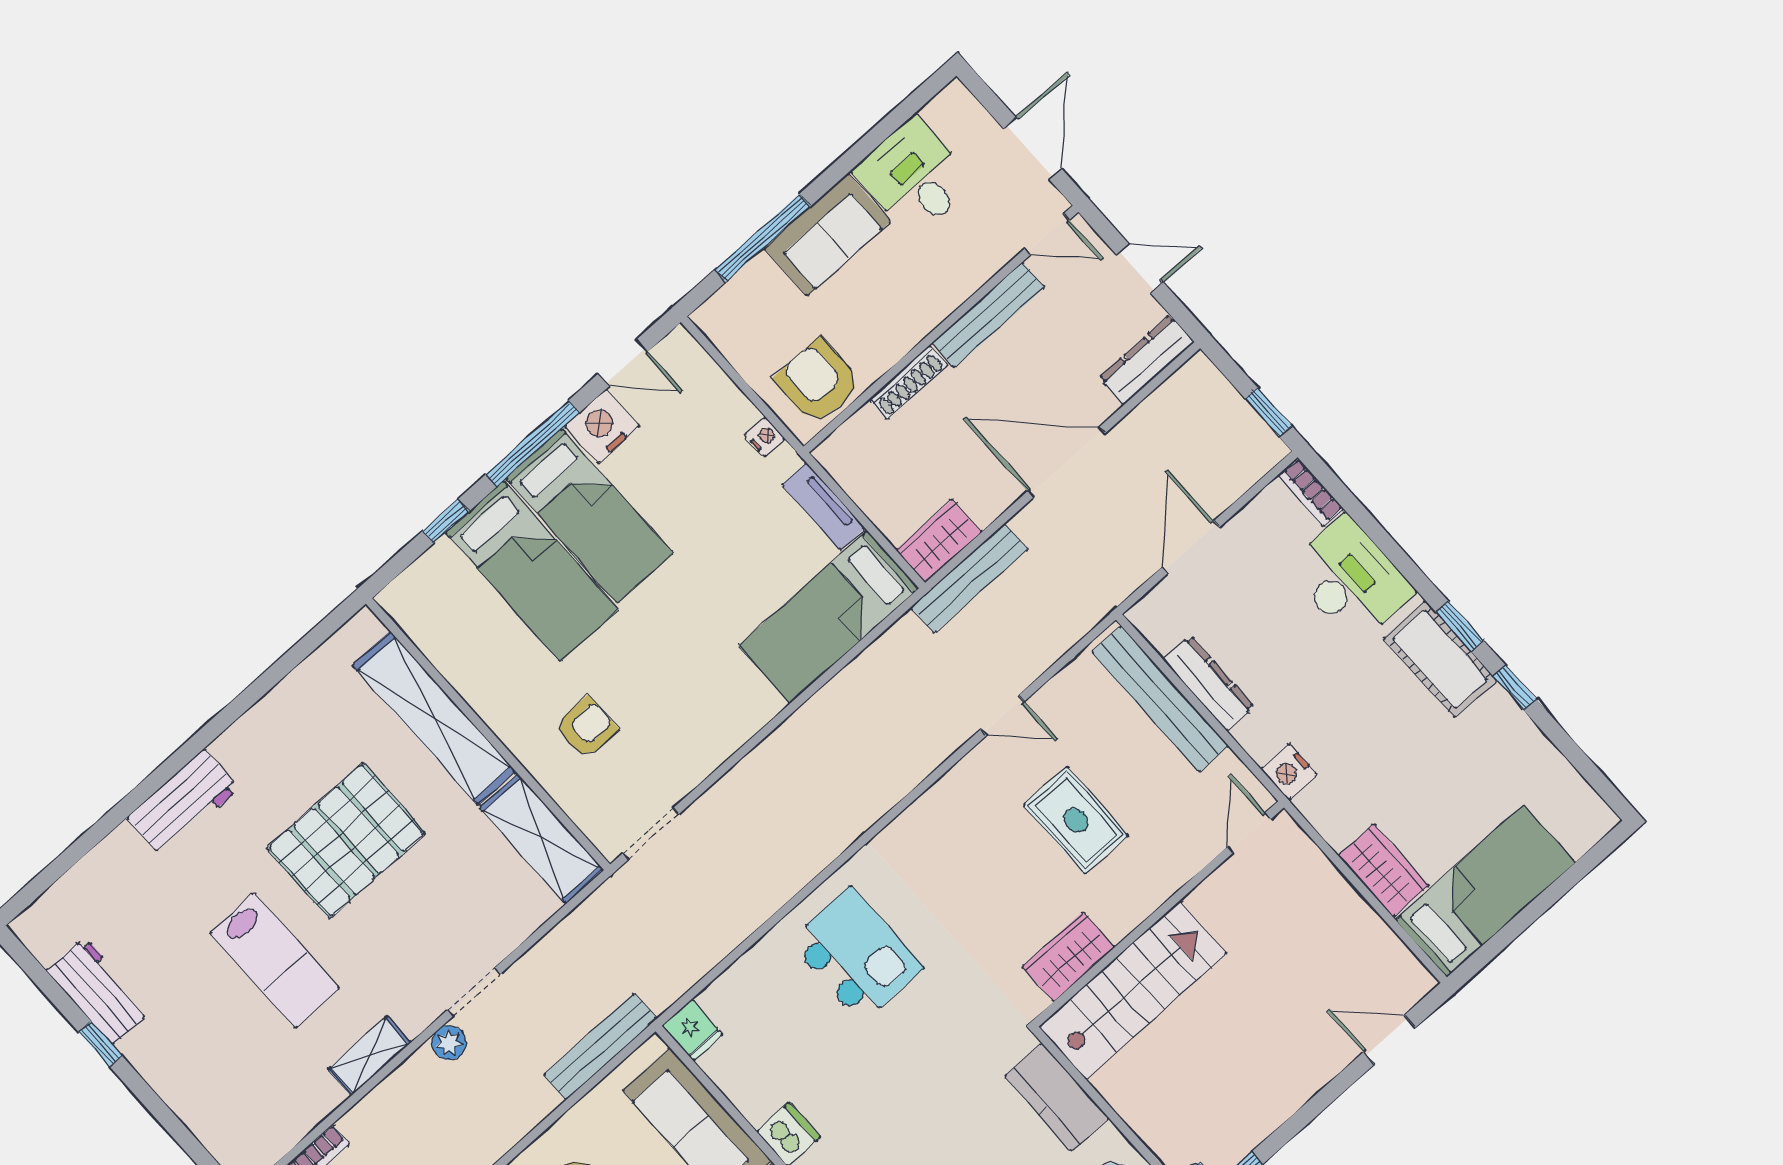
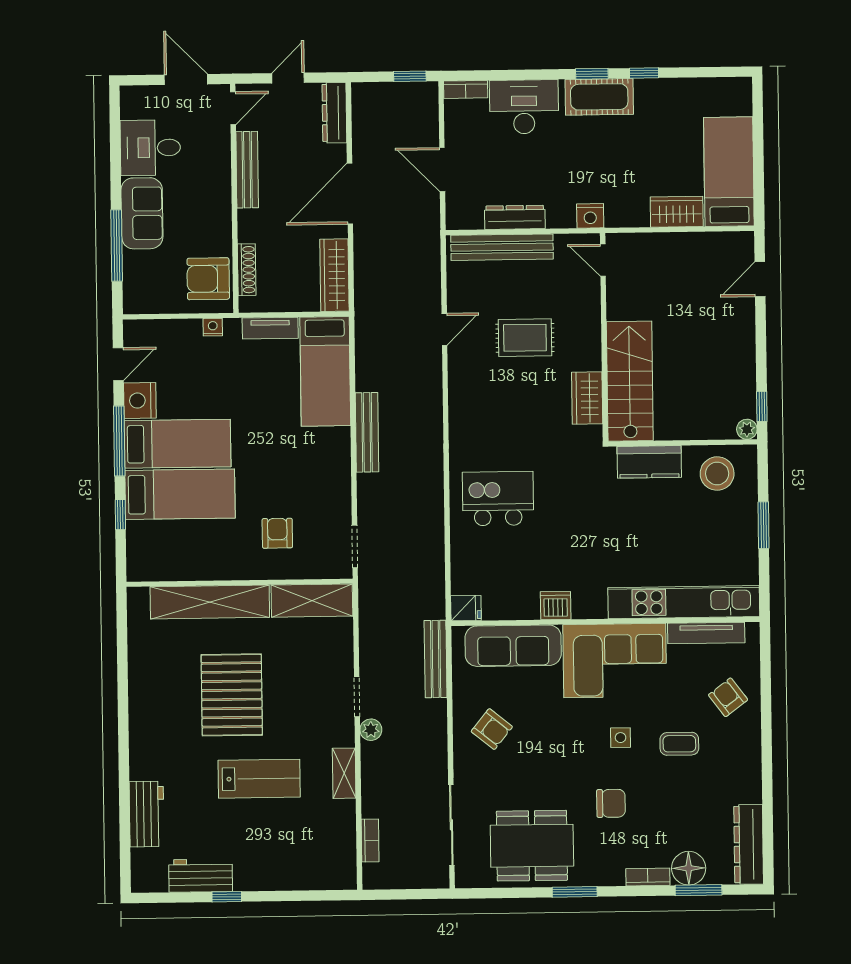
shoe rack: (908, 382) -> (247, 270), moved
wardrobe: (939, 541) -> (334, 275), width x1.50
bench: (969, 578) -> (367, 432), moved
workbench: (183, 803) -> (147, 814), moved

